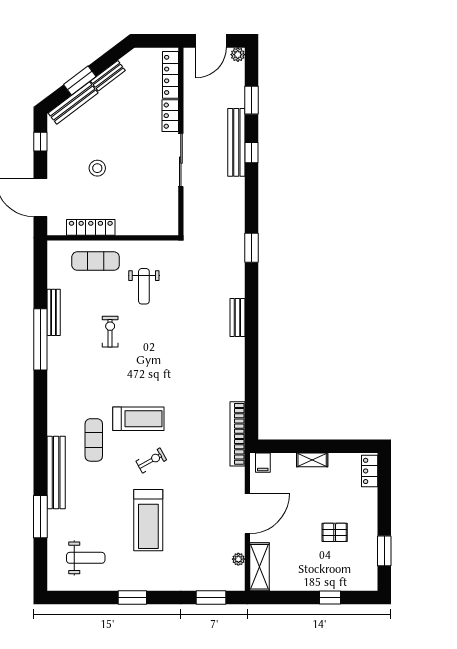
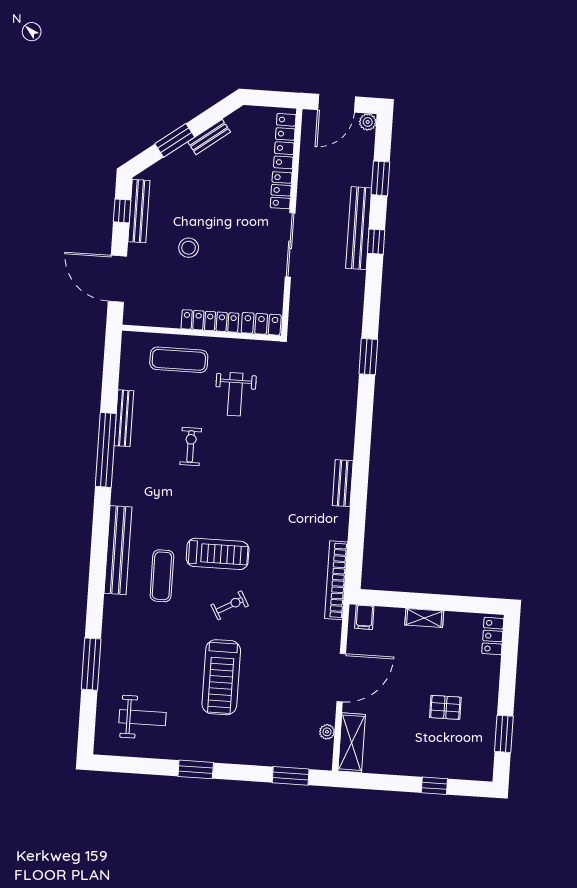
bench: (73, 103) -> (139, 211), moved, turned -53
locker: (91, 227) -> (210, 321), moved
locker: (161, 227) -> (261, 324), added
bench: (237, 318) -> (343, 483), moved
bench: (56, 473) -> (118, 550), moved

